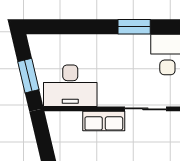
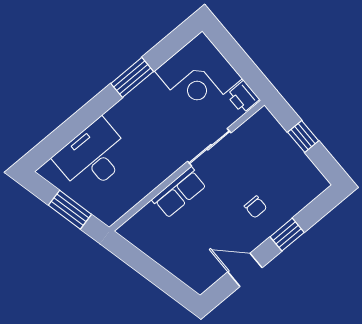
desk: (70, 86) -> (93, 157), moved, turned 180

